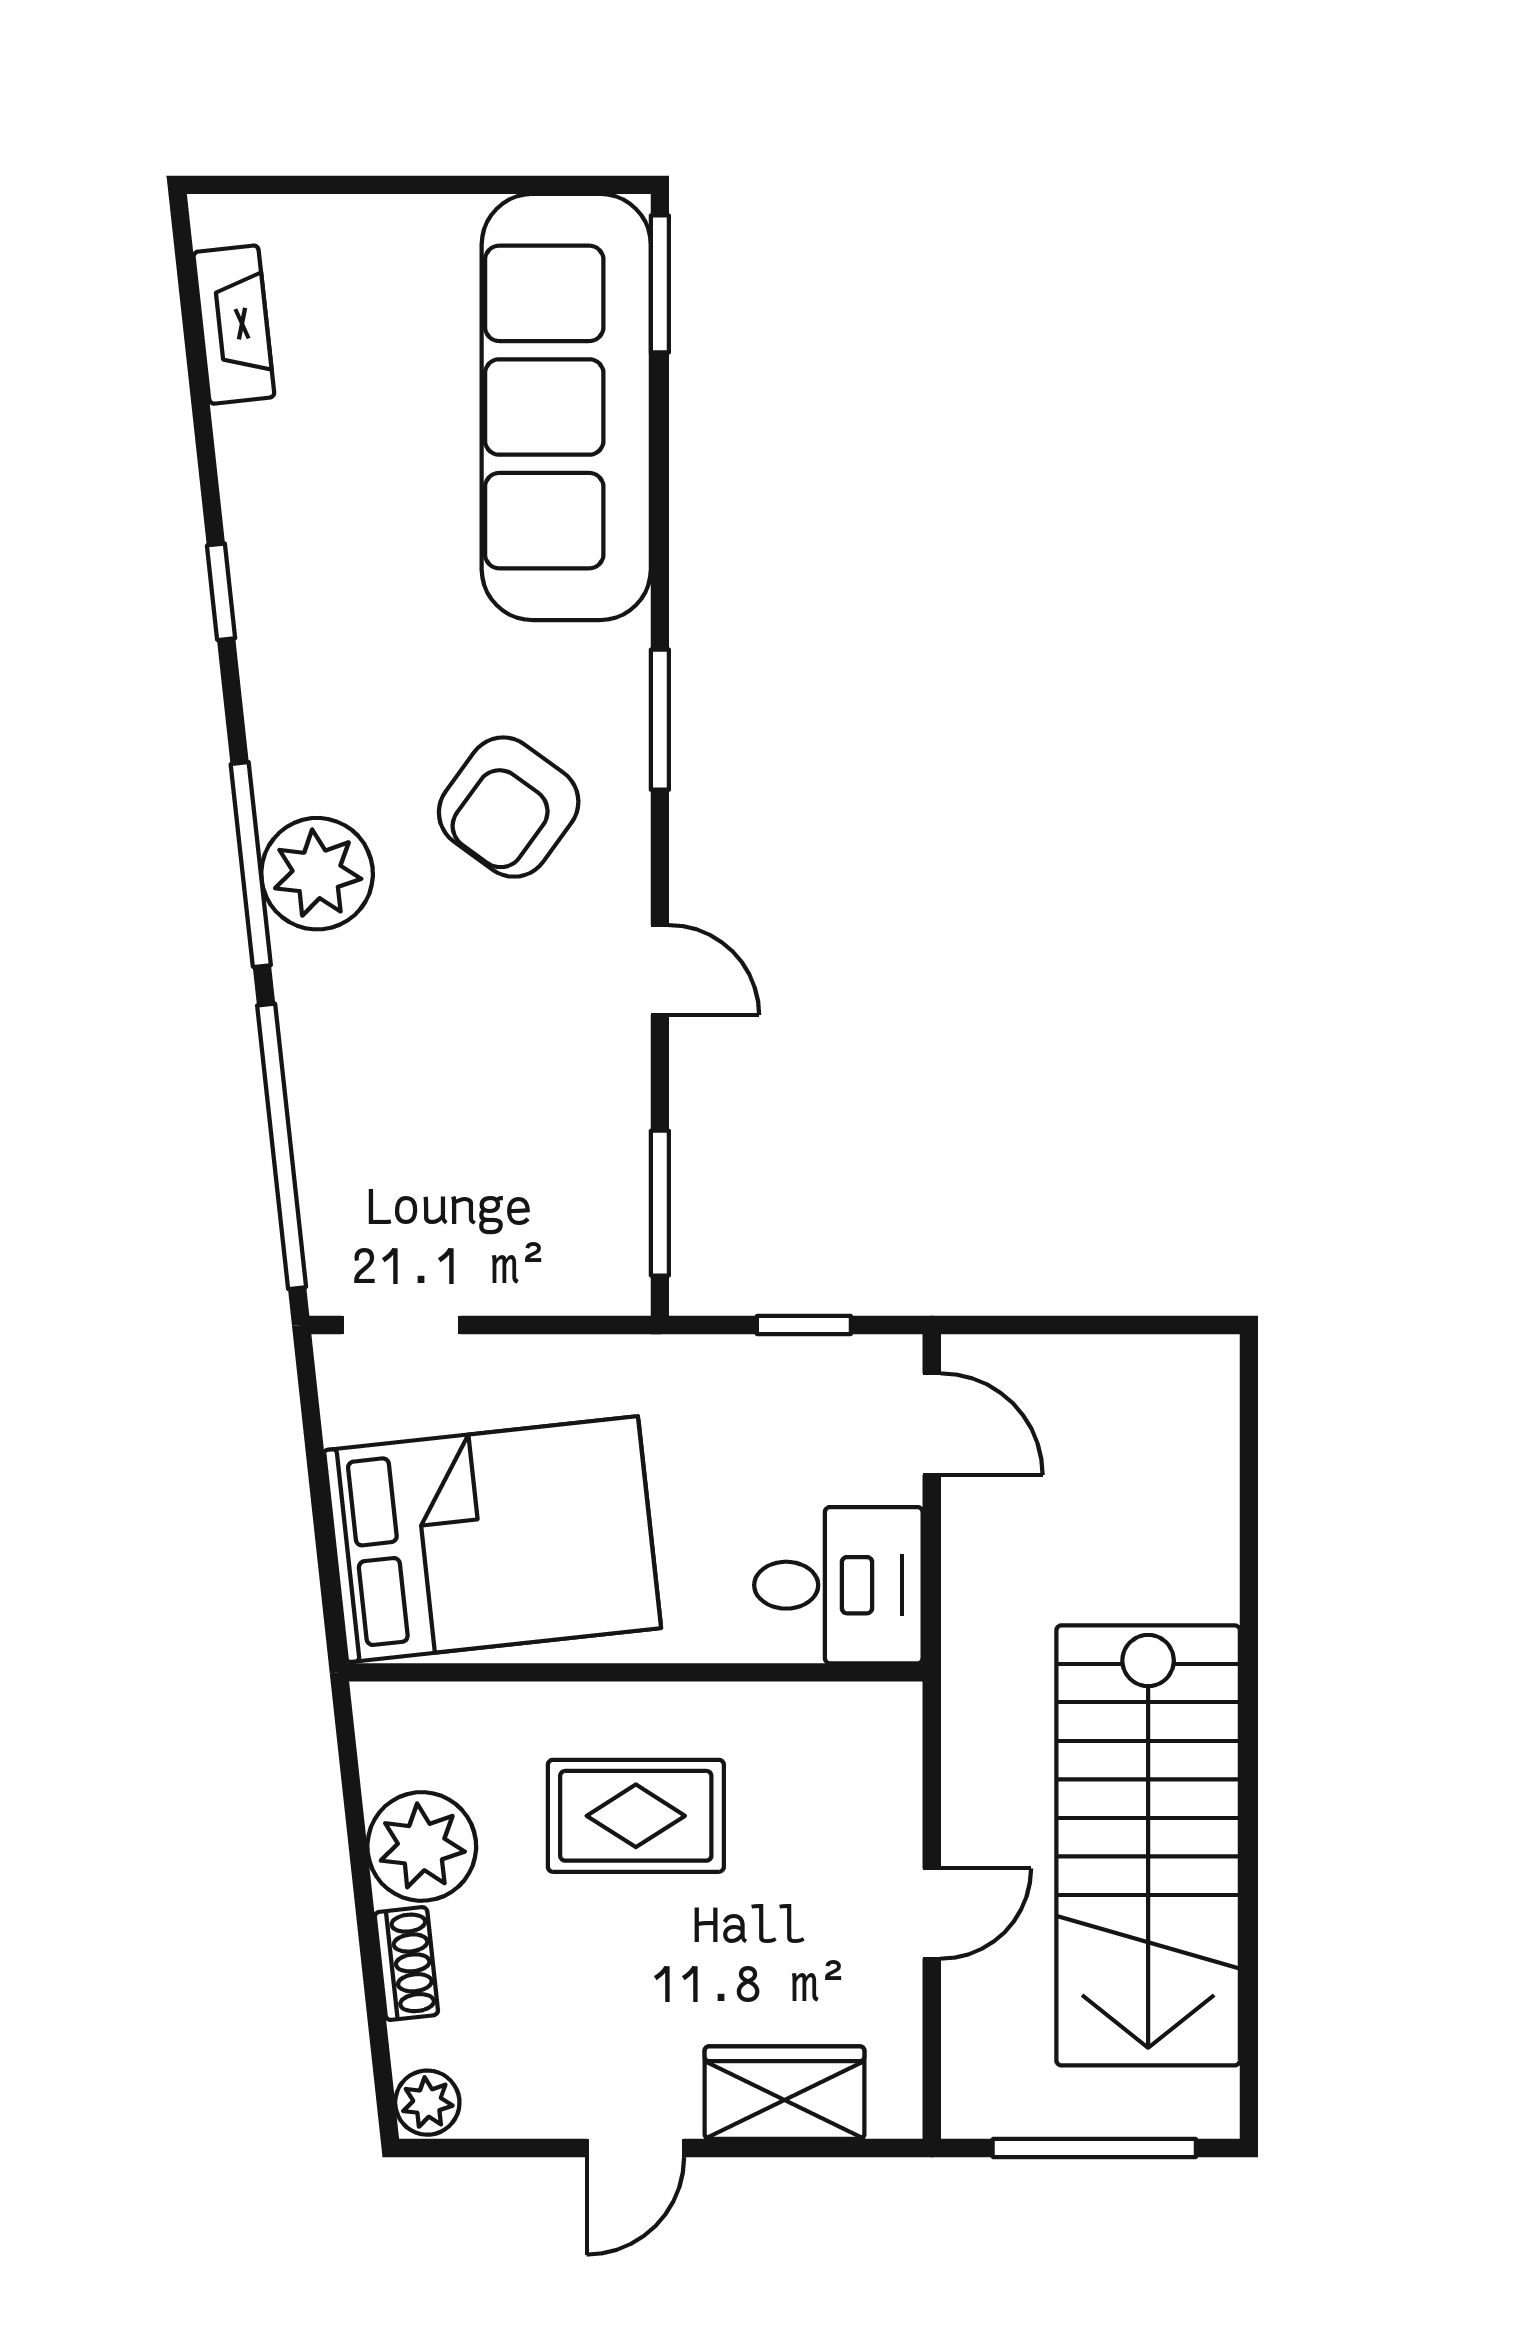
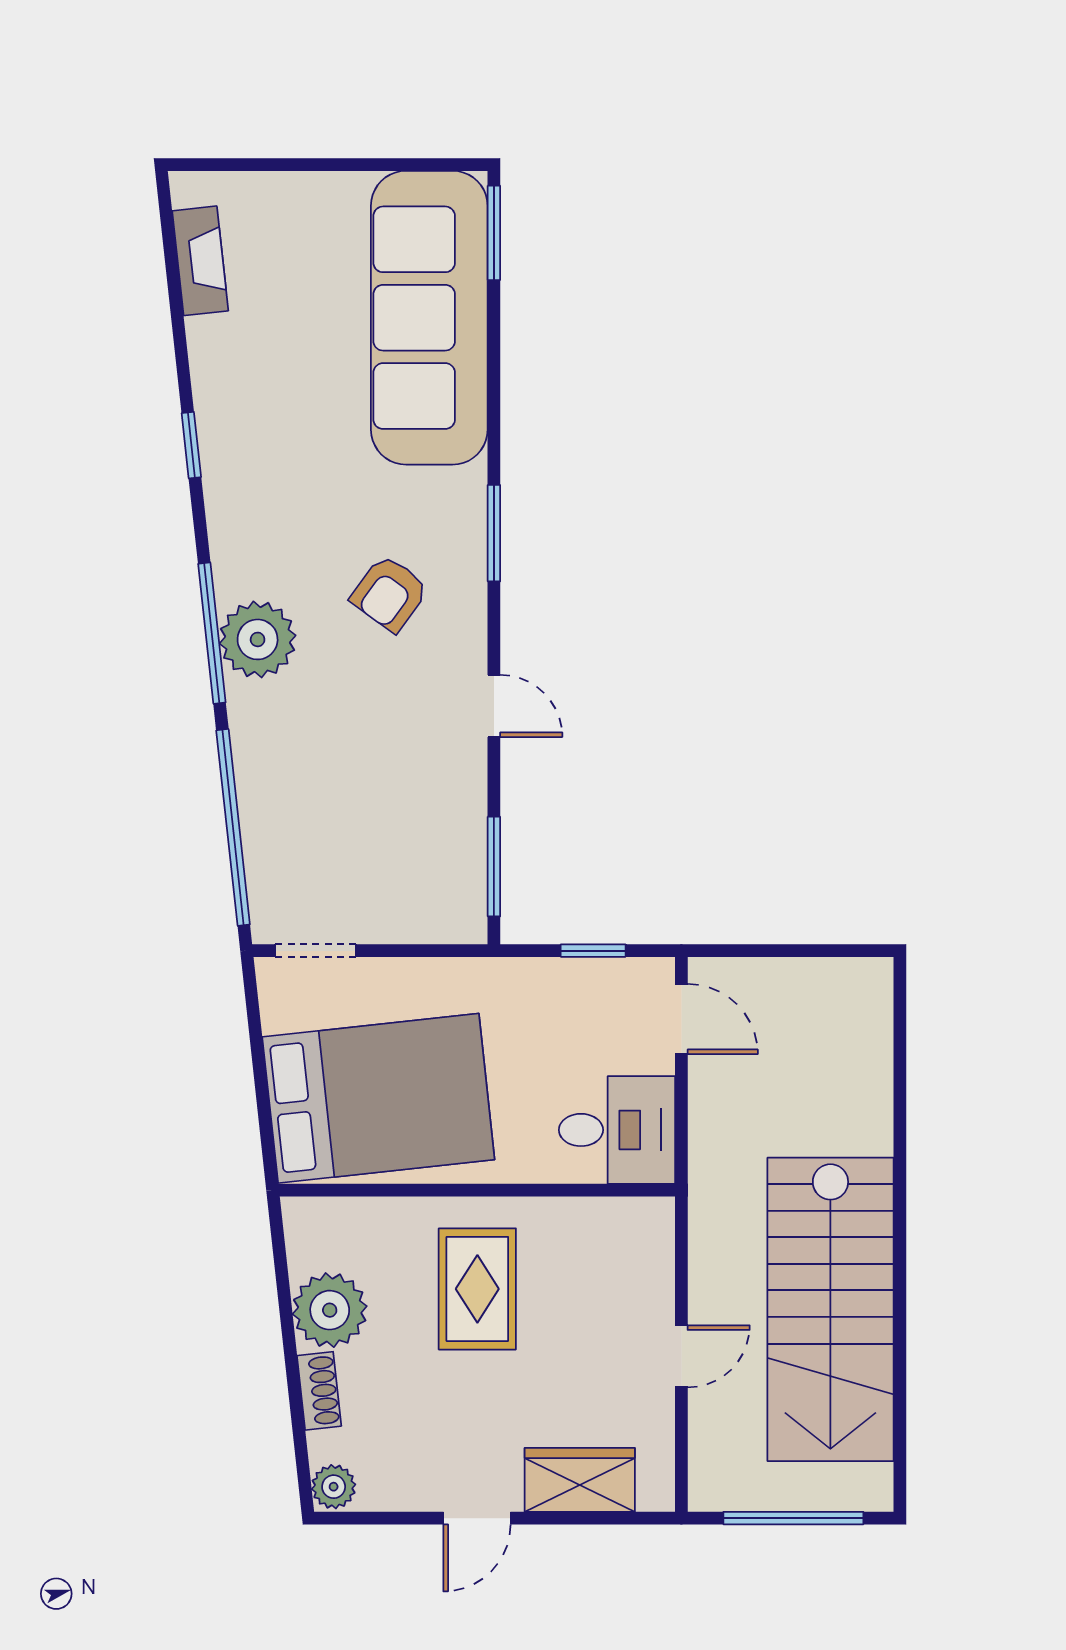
armchair: (509, 807) -> (390, 593), width x0.72, depth x0.72
rug: (636, 1816) -> (477, 1289), turned 90

